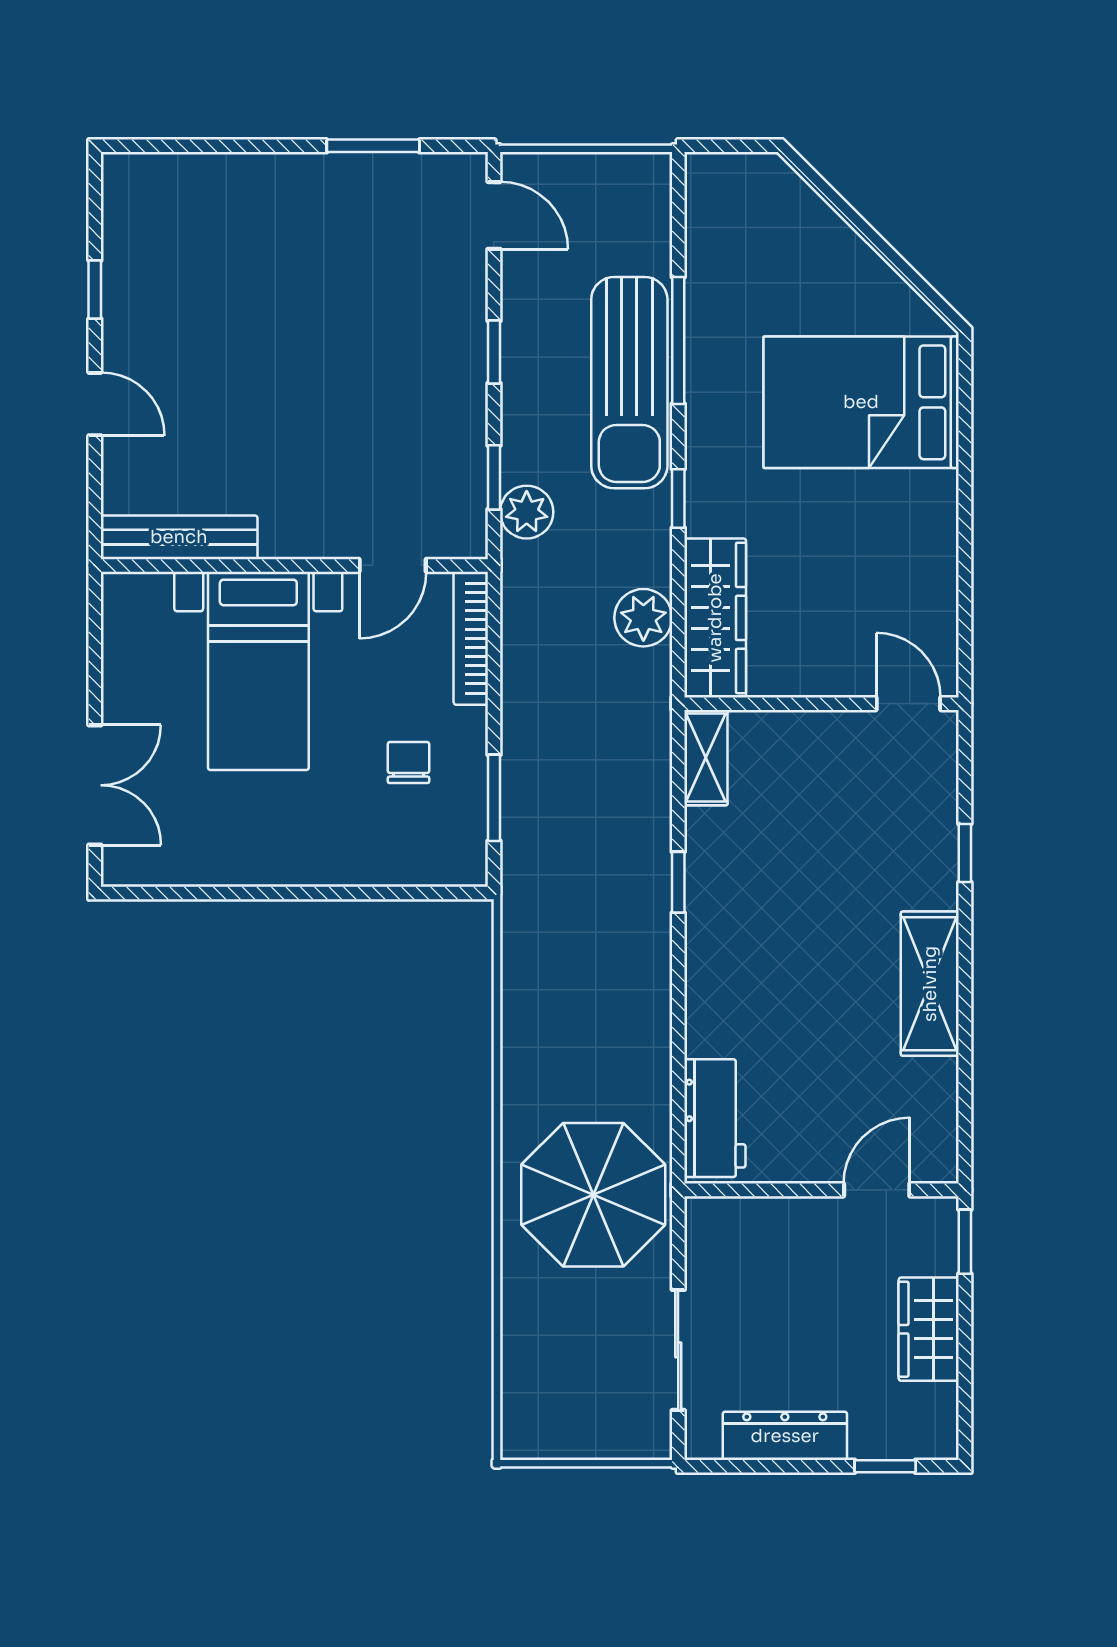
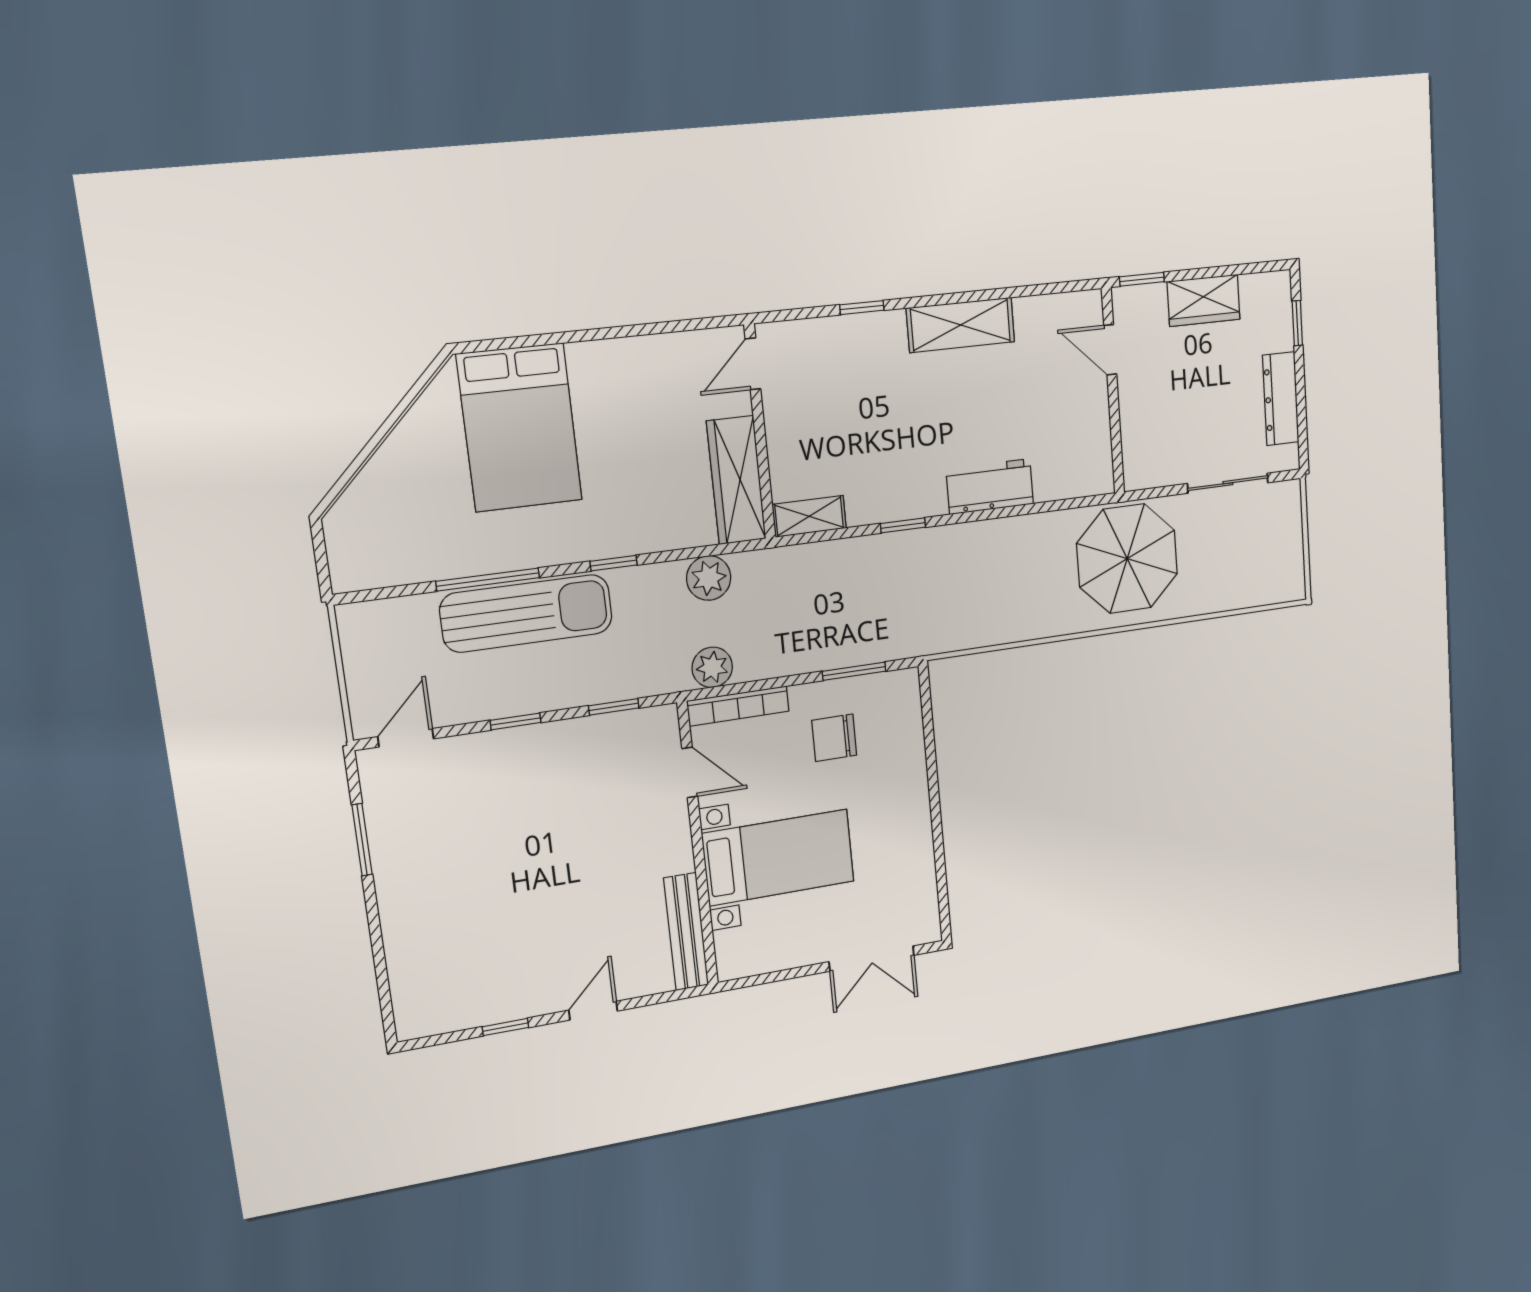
plant: (527, 512) -> (712, 667), moved
wardrobe: (715, 618) -> (736, 480), moved, turned -90
chair: (409, 762) -> (834, 738), width x1.37, depth x1.37
double door: (95, 785) -> (872, 959), swing flipped
workbench: (715, 1118) -> (990, 487), moved

